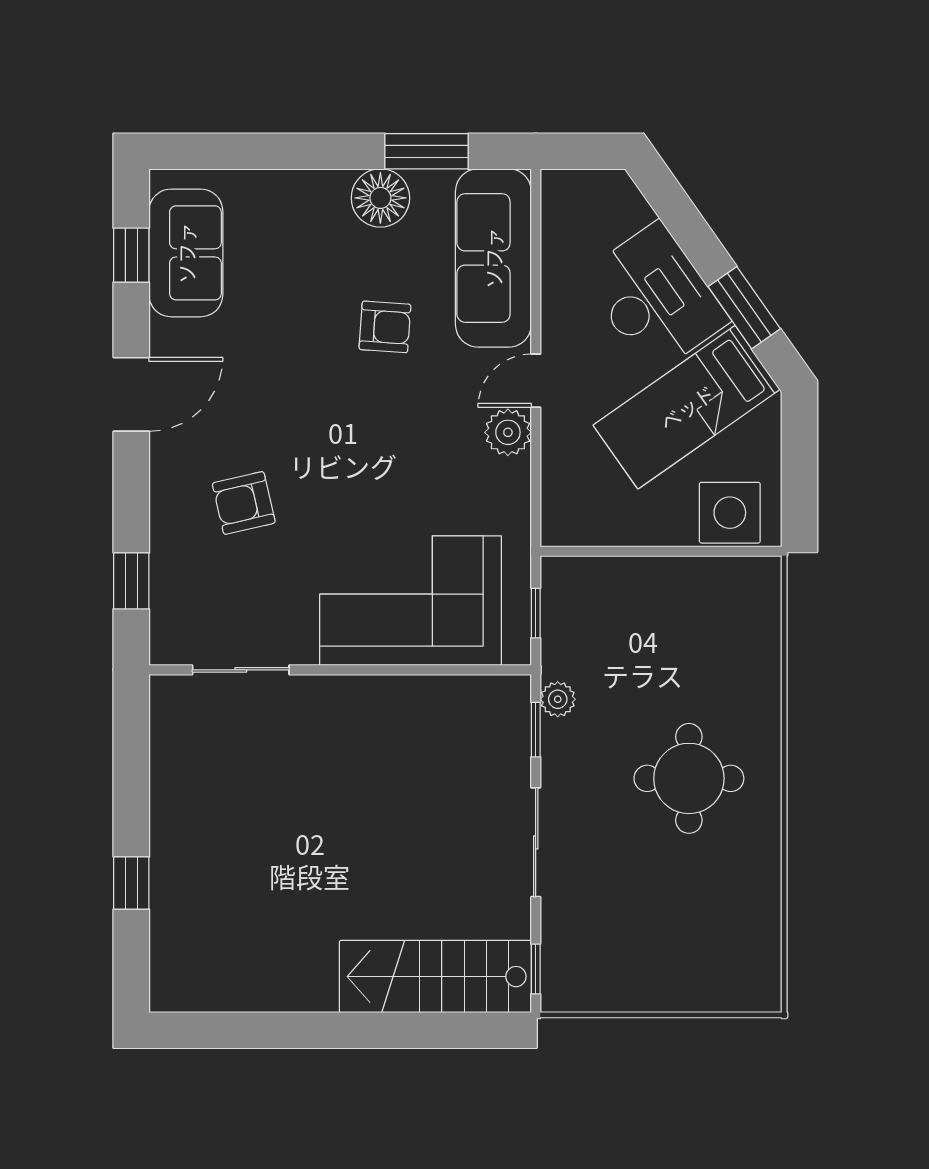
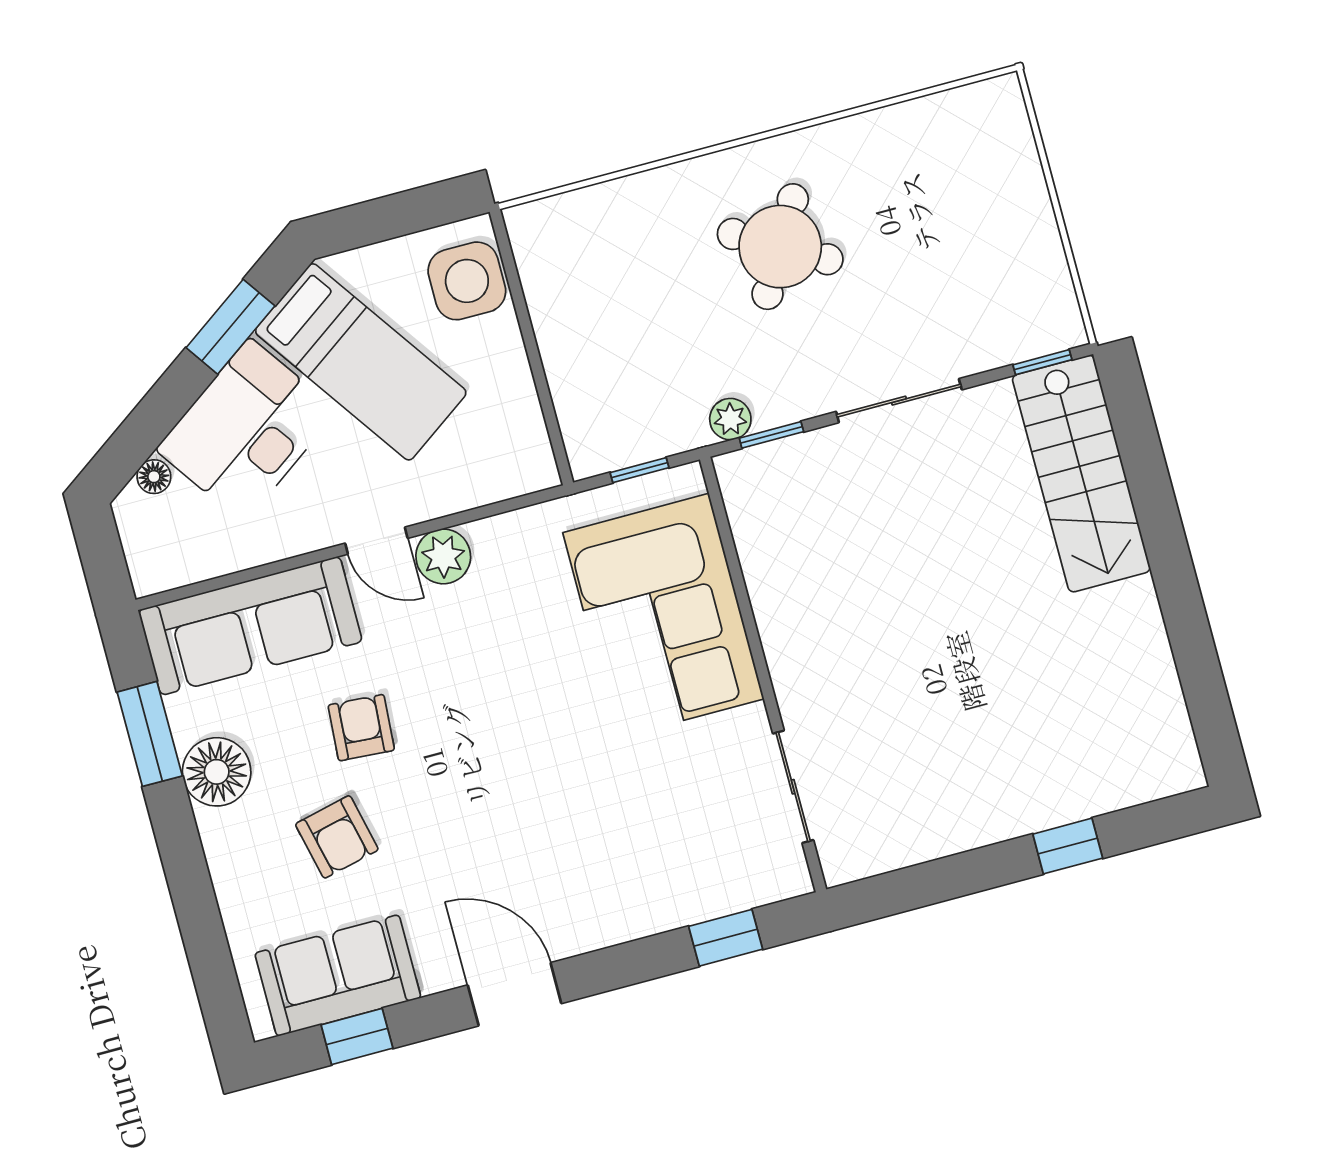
floor lamp: (638, 211) -> (154, 477), added
armchair: (244, 503) -> (337, 837), moved
round table: (689, 778) -> (780, 247), turned 30

